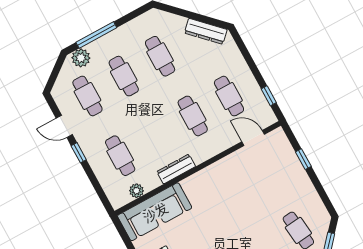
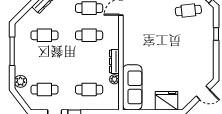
window: (96, 35) -> (12, 51), moved
cafe table: (124, 76) -> (44, 62), removed
plant: (136, 191) -> (114, 79), moved

